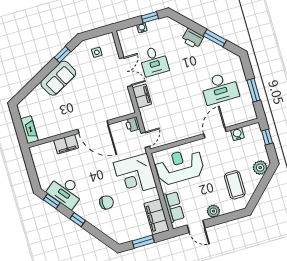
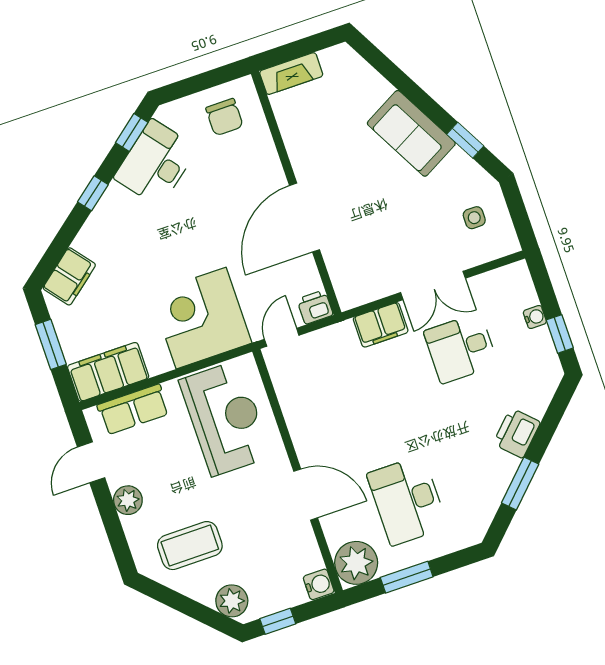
plant: (246, 112) -> (356, 563), added
water cooler: (237, 134) -> (319, 584), moved
window: (267, 137) -> (278, 621), moved
door: (145, 140) -> (282, 337), swing flipped
filing cabinet: (66, 144) -> (69, 276), moved, turned -129
chair: (106, 202) -> (224, 117), moved

